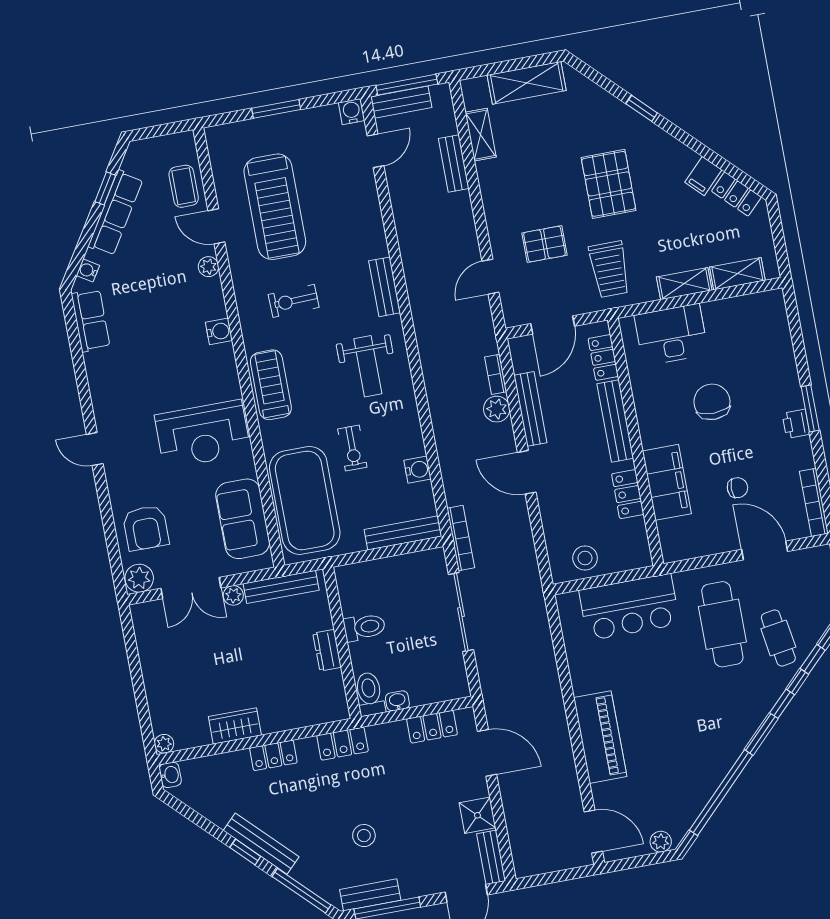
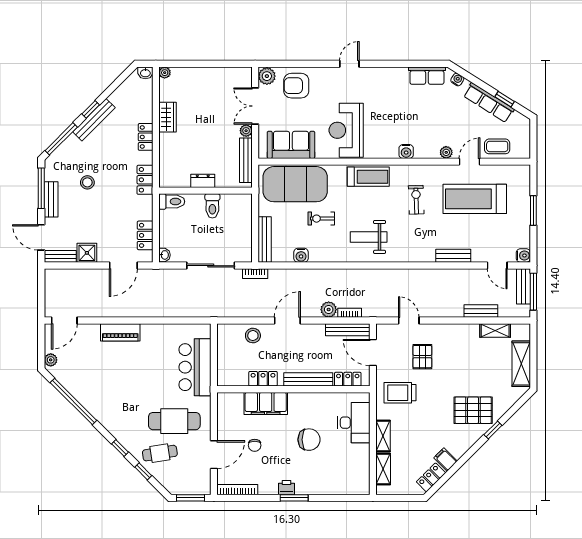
pallet: (609, 184) -> (473, 410), moved
bench: (385, 287) -> (453, 256), moved
bench: (530, 409) -> (348, 330), moved
bookcase: (461, 538) -> (255, 274), width x0.64
stool: (585, 558) -> (253, 336), moved
washbasin: (397, 701) -> (164, 255), moved
piano: (600, 737) -> (120, 332), width x0.73, depth x0.75
bench: (370, 895) -> (51, 199), moved

